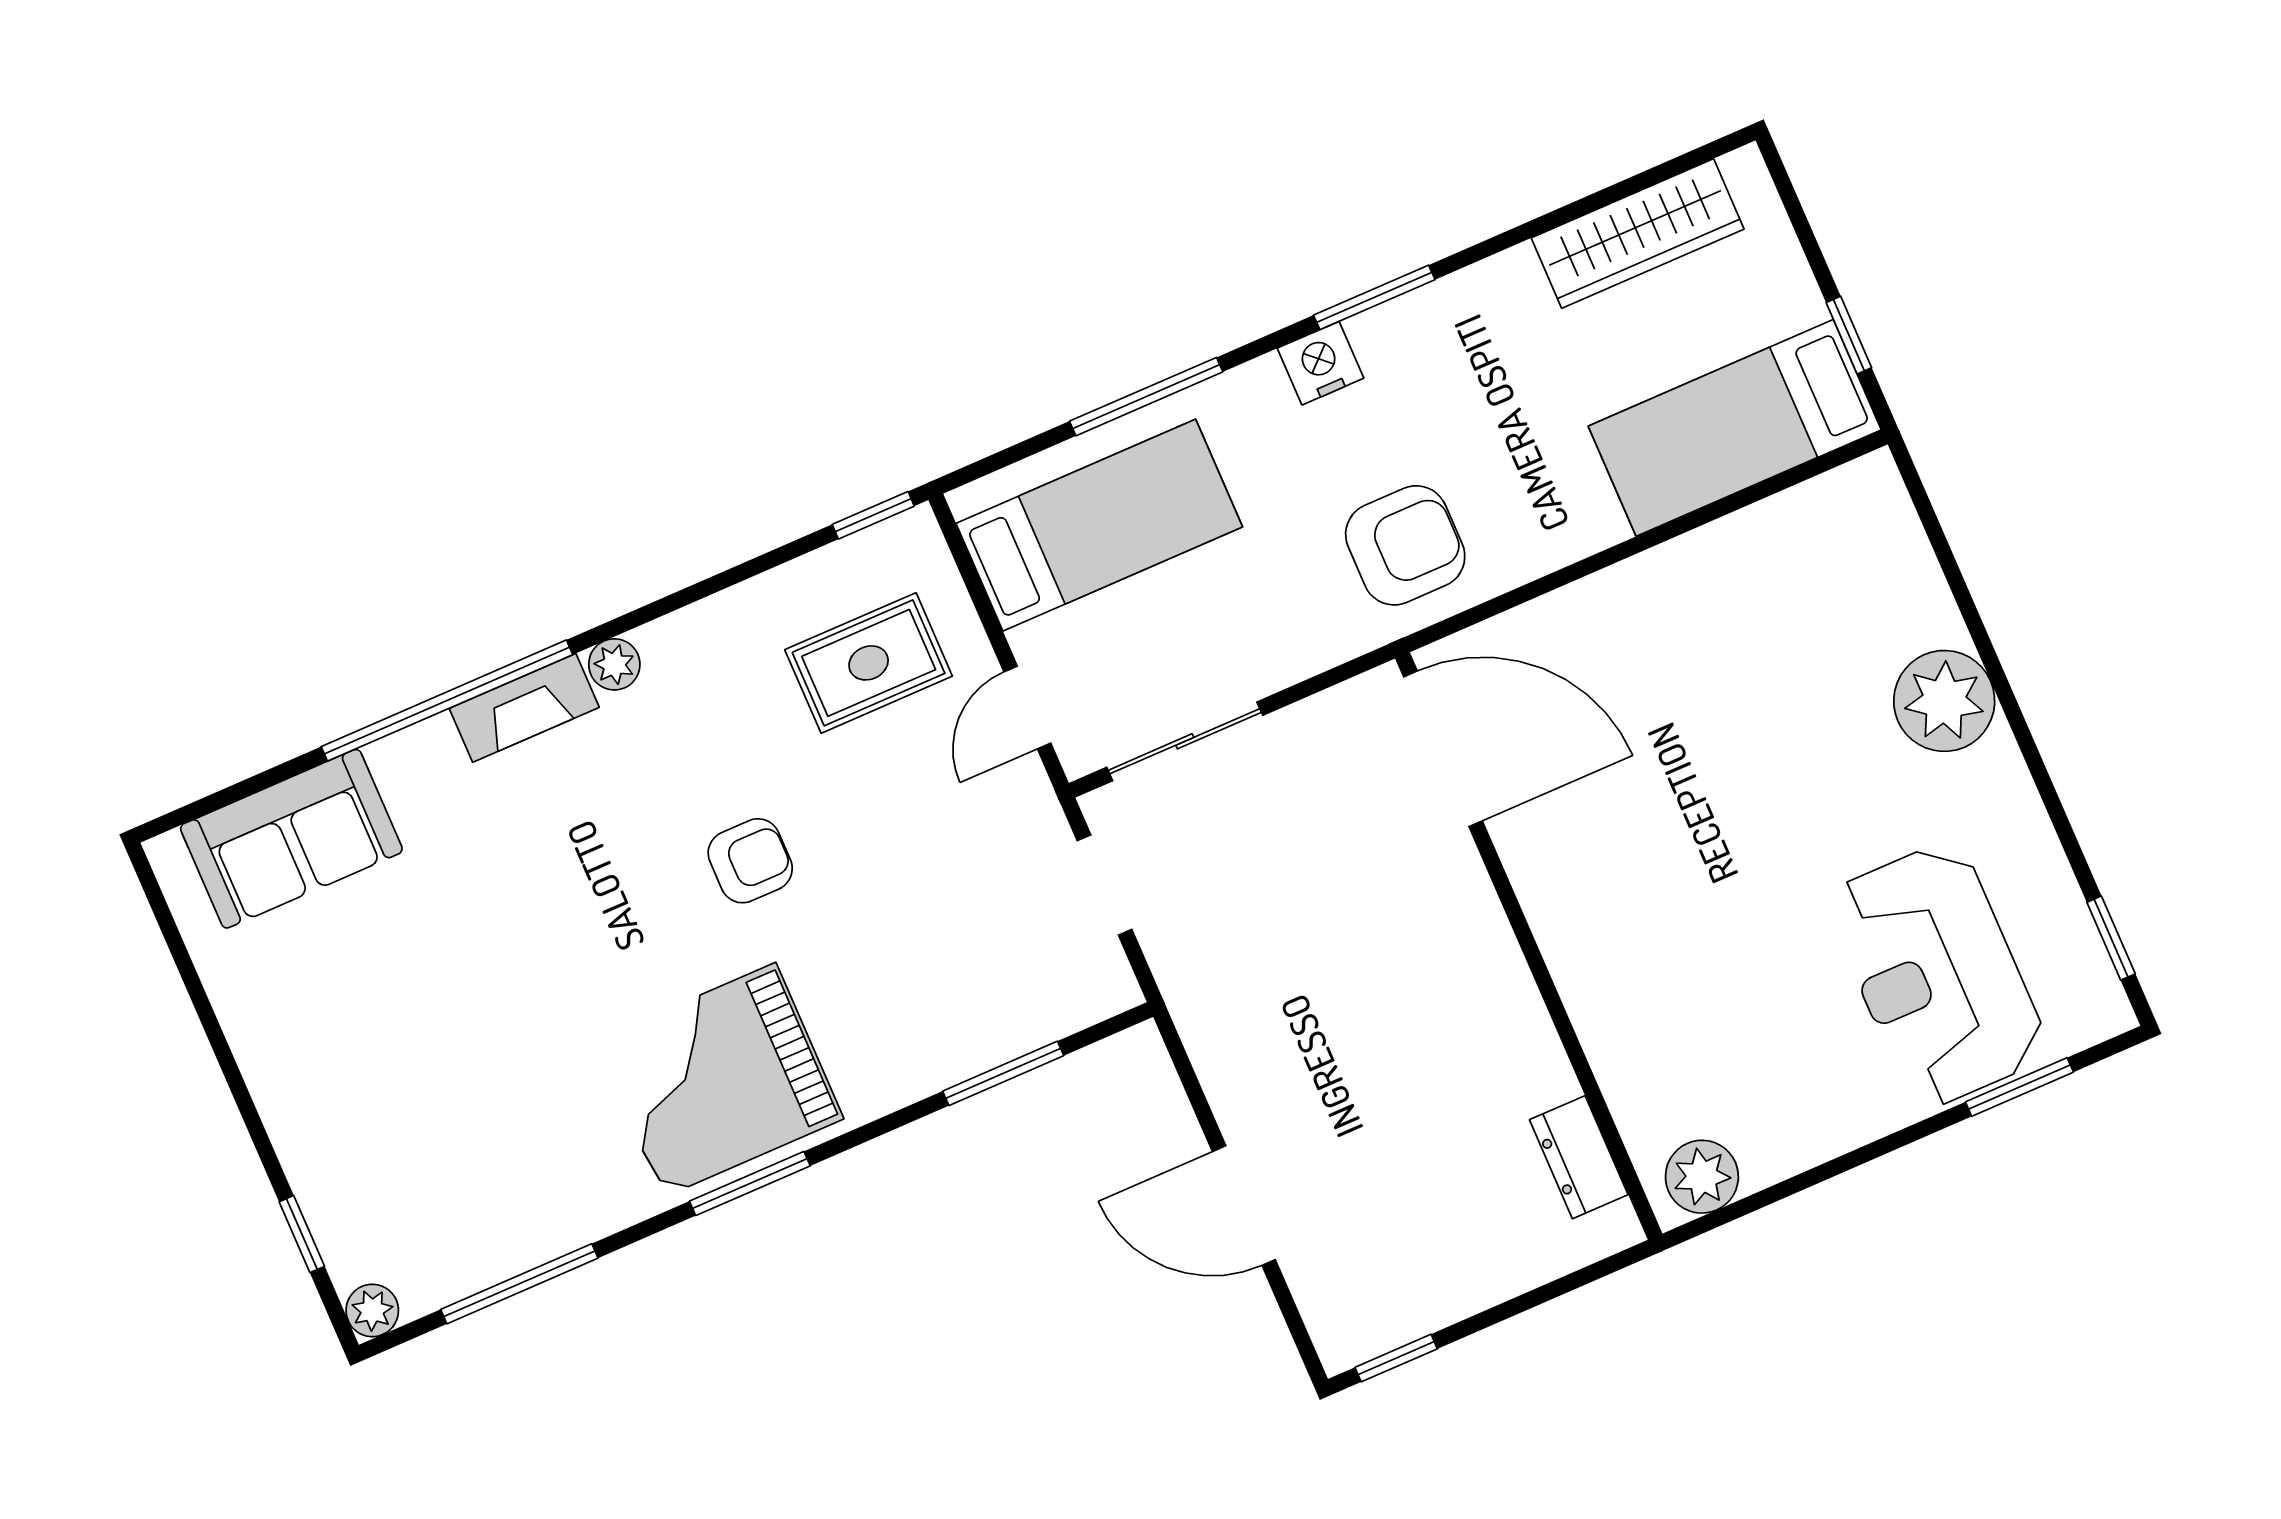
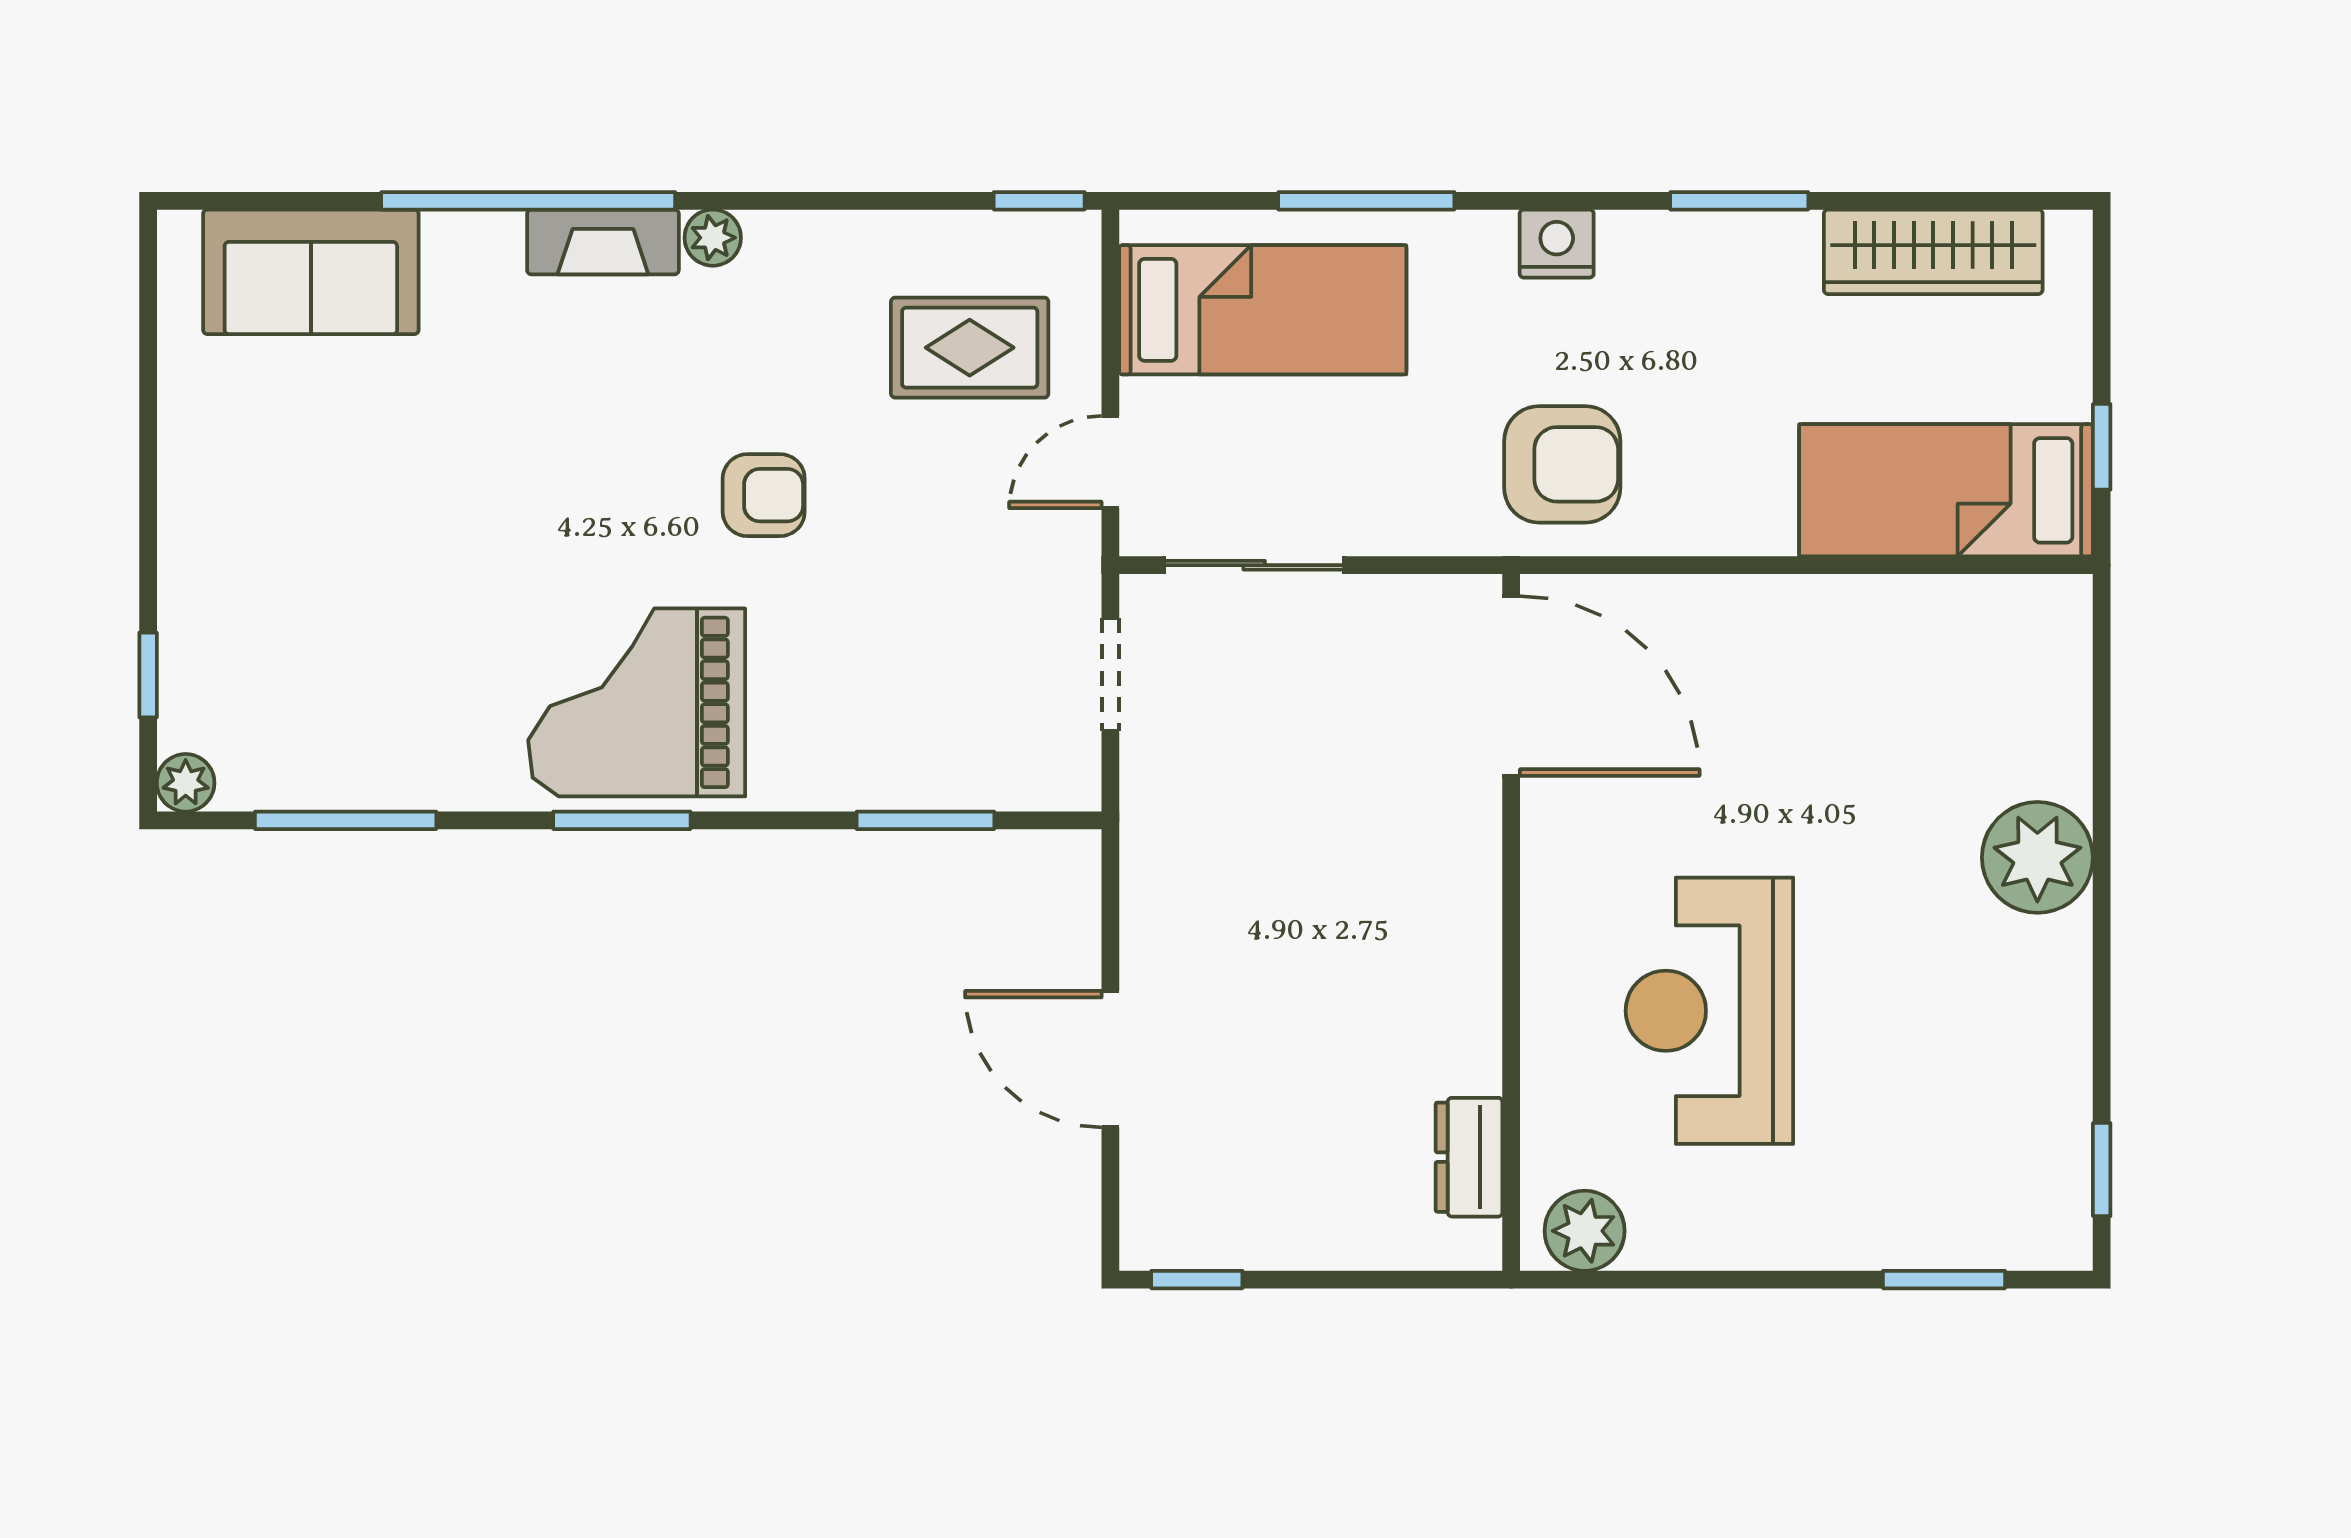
window: (1374, 297) -> (1739, 201), moved
reception desk: (1937, 975) -> (1709, 1011), moved

